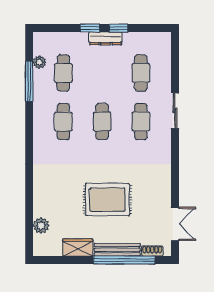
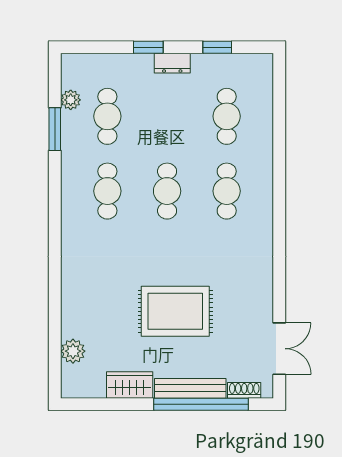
window: (119, 28) -> (217, 47), moved
dresser: (105, 38) -> (172, 63), width x0.70
window: (29, 81) -> (55, 129), width x0.69
sliding door: (175, 111) -> (279, 174), removed

